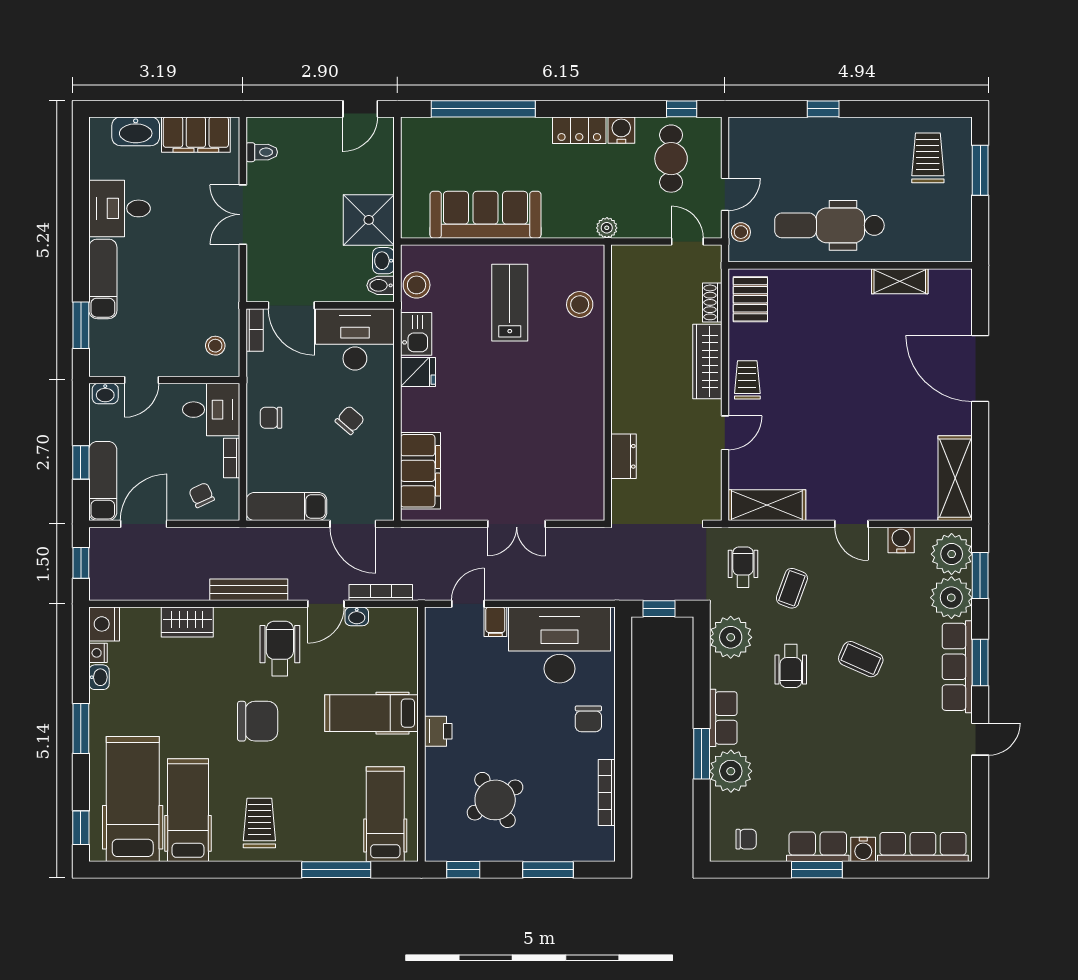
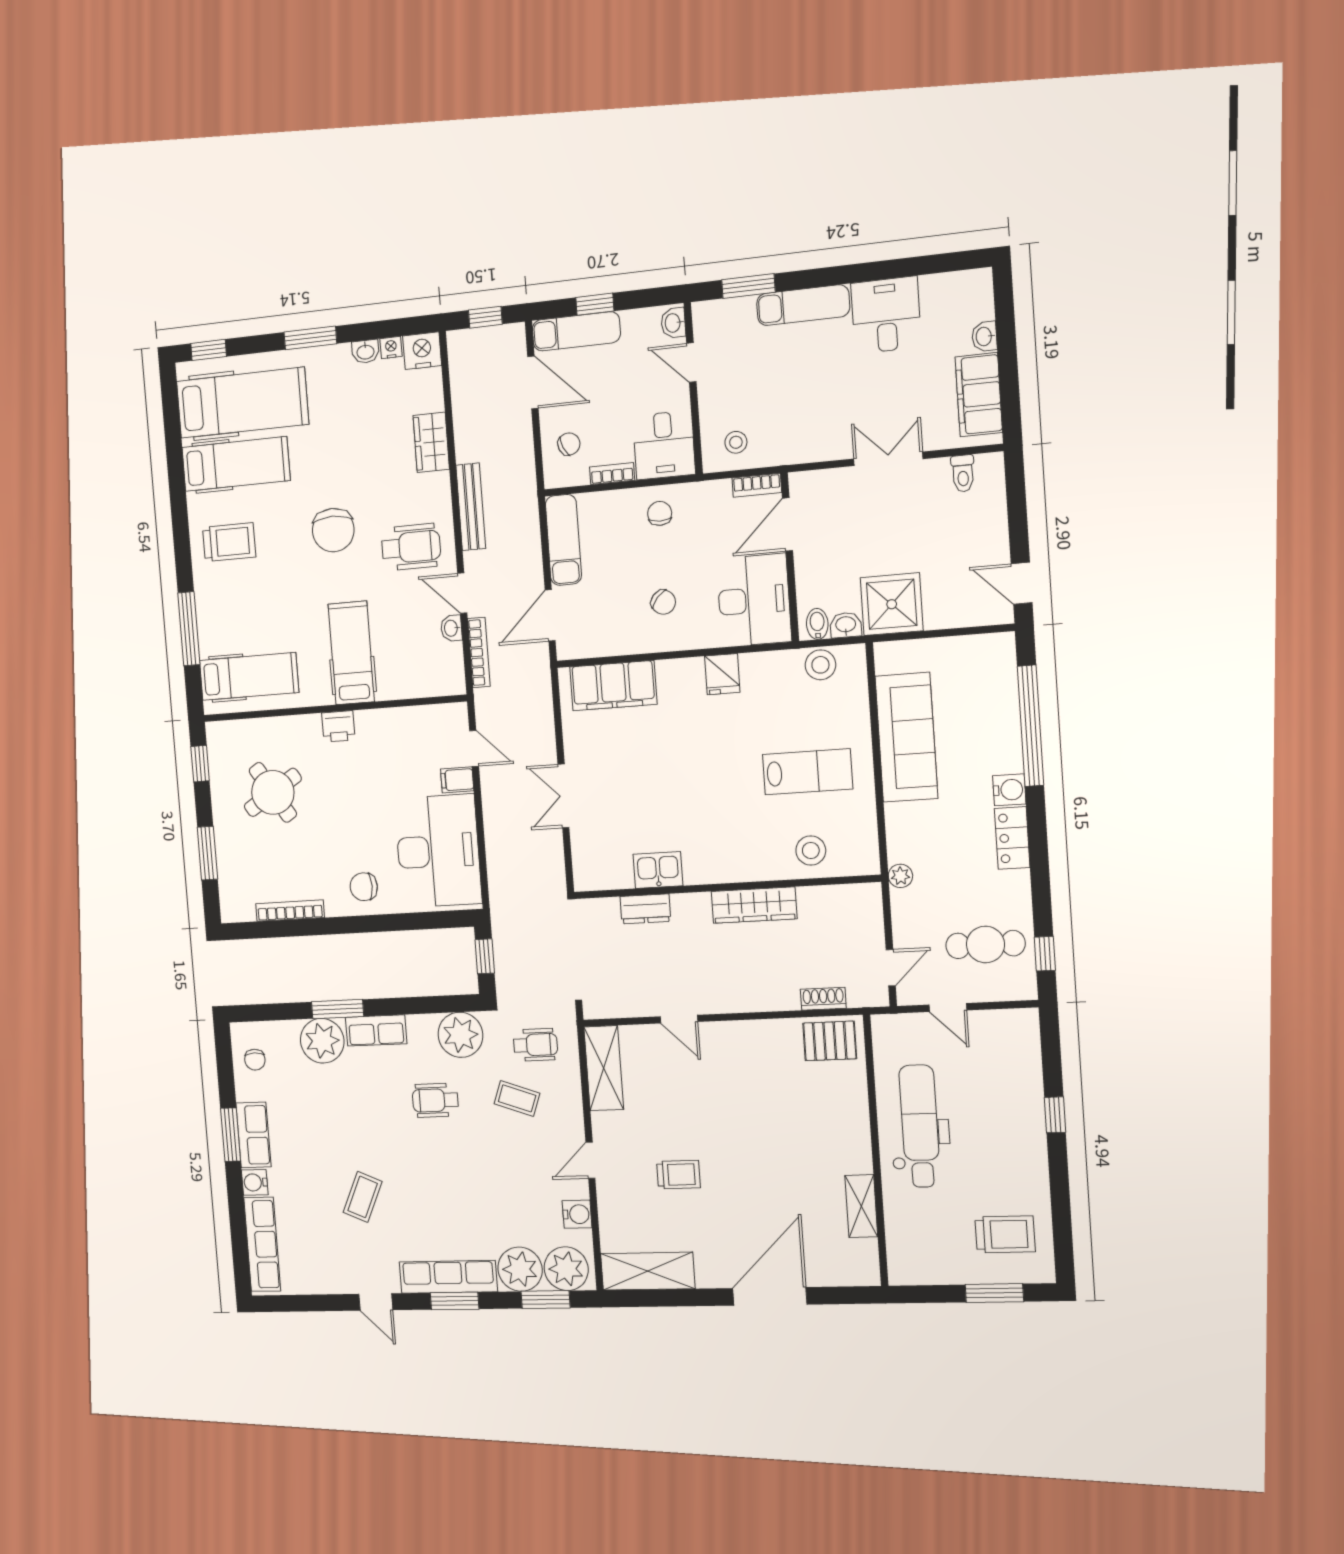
water cooler: (621, 130) -> (1009, 790), moved
washbasin: (136, 131) -> (984, 336), width x0.52, depth x0.69
stool: (741, 232) -> (906, 1027), removed
kitchen sink: (416, 334) -> (658, 870), moved, turned 180
wardrobe: (707, 362) -> (754, 905), moved, turned 180
trolley: (747, 380) -> (678, 1175), moved
coffee table: (861, 659) -> (363, 1197), moved

